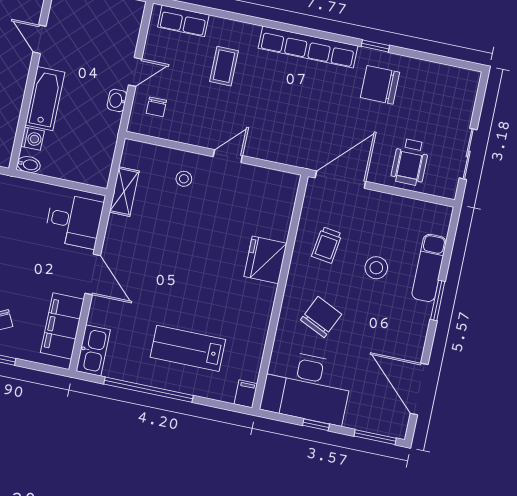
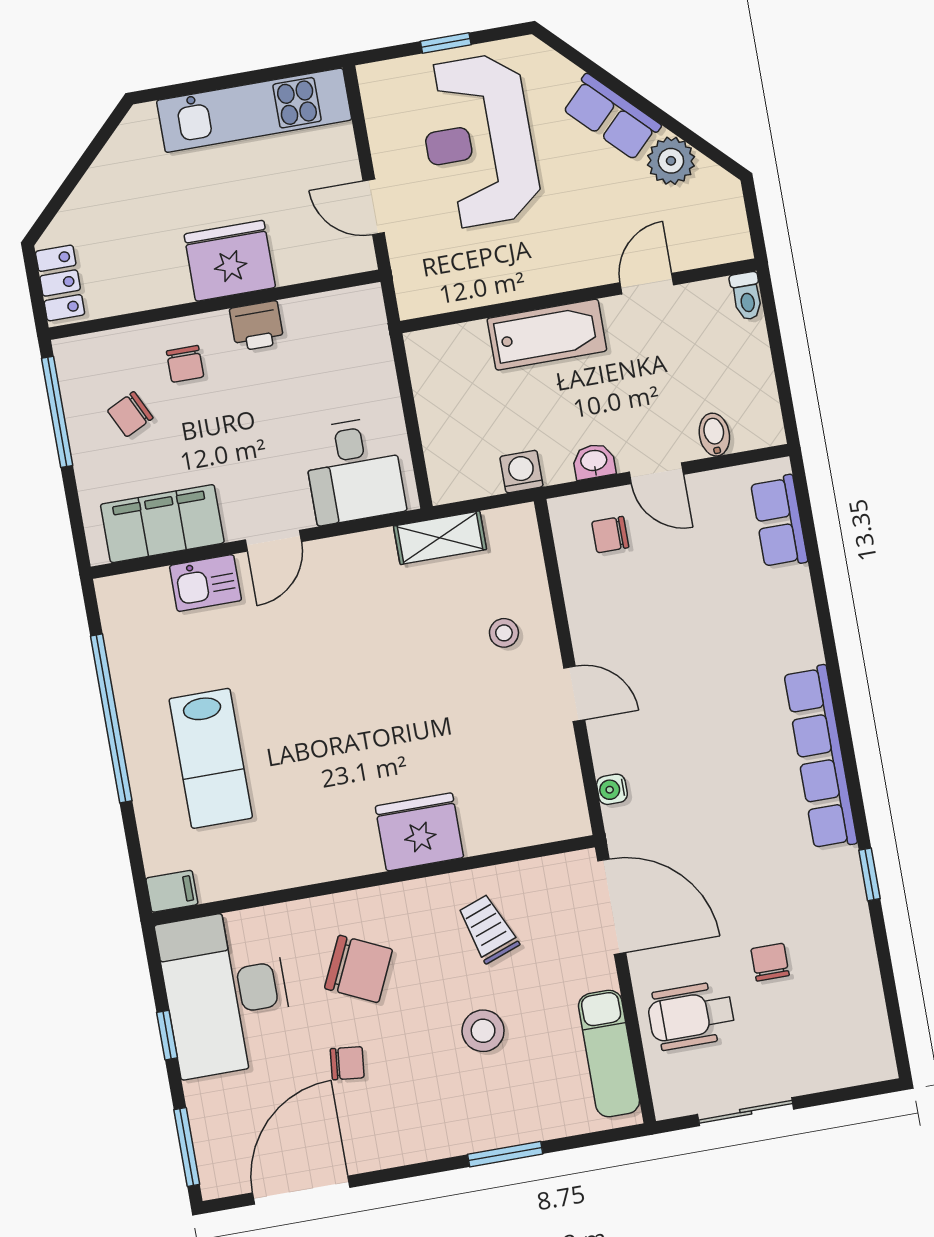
coffee table: (224, 66) -> (729, 624), removed
chair: (380, 85) -> (770, 962), moved, width x0.54, depth x0.54
washing machine: (32, 139) -> (521, 472), moved, turned 180
water cooler: (282, 156) -> (612, 789), added
bidet: (29, 164) -> (714, 435), moved, turned 180
trolley: (327, 245) -> (488, 929), turned 62
exam couch: (429, 268) -> (609, 1054), moved, turned -90
door: (93, 274) -> (273, 541), width x0.73
window: (438, 300) -> (505, 1154), moved
chair: (365, 341) -> (347, 1063), added
lab bench: (188, 348) -> (211, 758), turned 180
kitchen sink: (93, 350) -> (205, 583), moved, width x0.73

